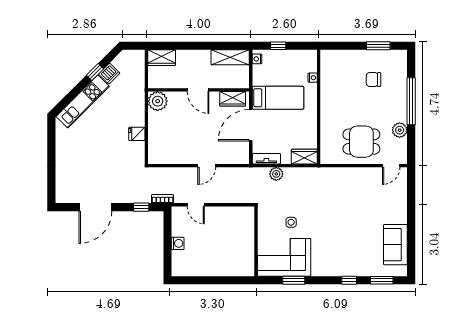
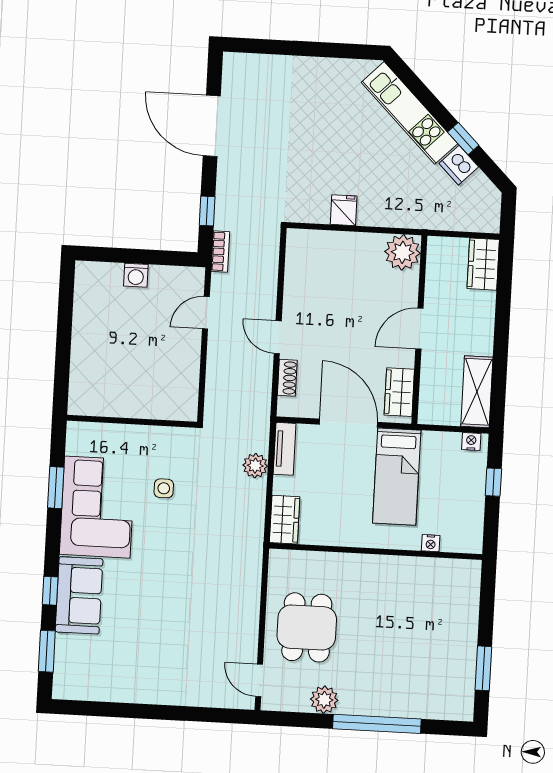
chair: (373, 80) -> (421, 656), removed
shoe rack: (228, 159) -> (287, 378), added
sofa: (395, 245) -> (79, 595), moved, turned 90
corner sofa: (284, 257) -> (97, 507), moved

